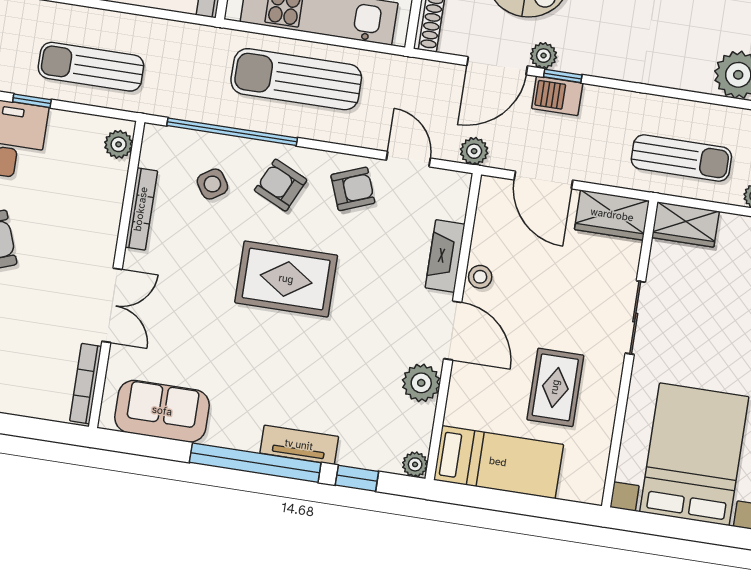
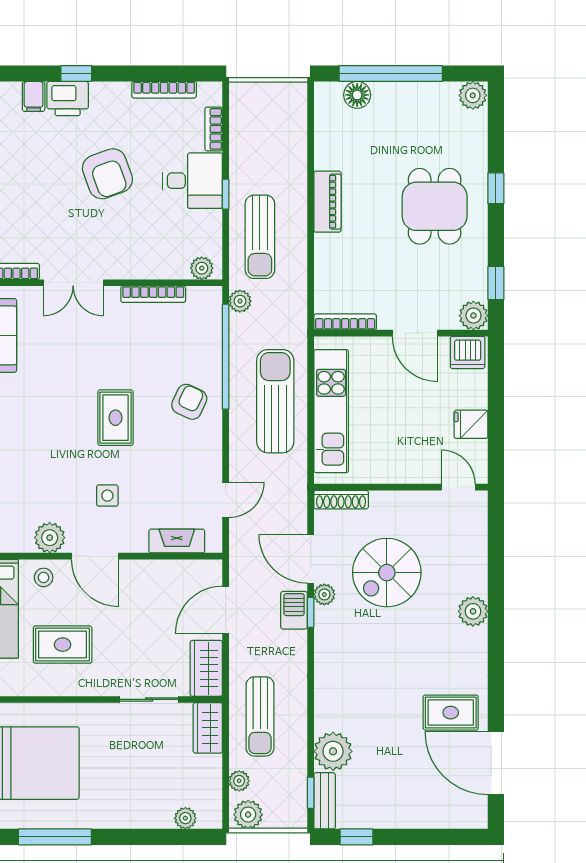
sun lounger: (91, 67) -> (260, 237), turned 180
plant: (474, 151) -> (240, 301), moved
side table: (212, 184) -> (107, 496), moved, turned 33
armchair: (353, 189) -> (195, 460), removed
fireplace: (445, 256) -> (177, 541), moved
stool: (480, 277) -> (44, 577), moved
rug: (286, 279) -> (115, 418), width x0.73, depth x0.70
sliding door: (635, 318) -> (149, 699), moved
door: (453, 330) -> (95, 556), hinge flipped

